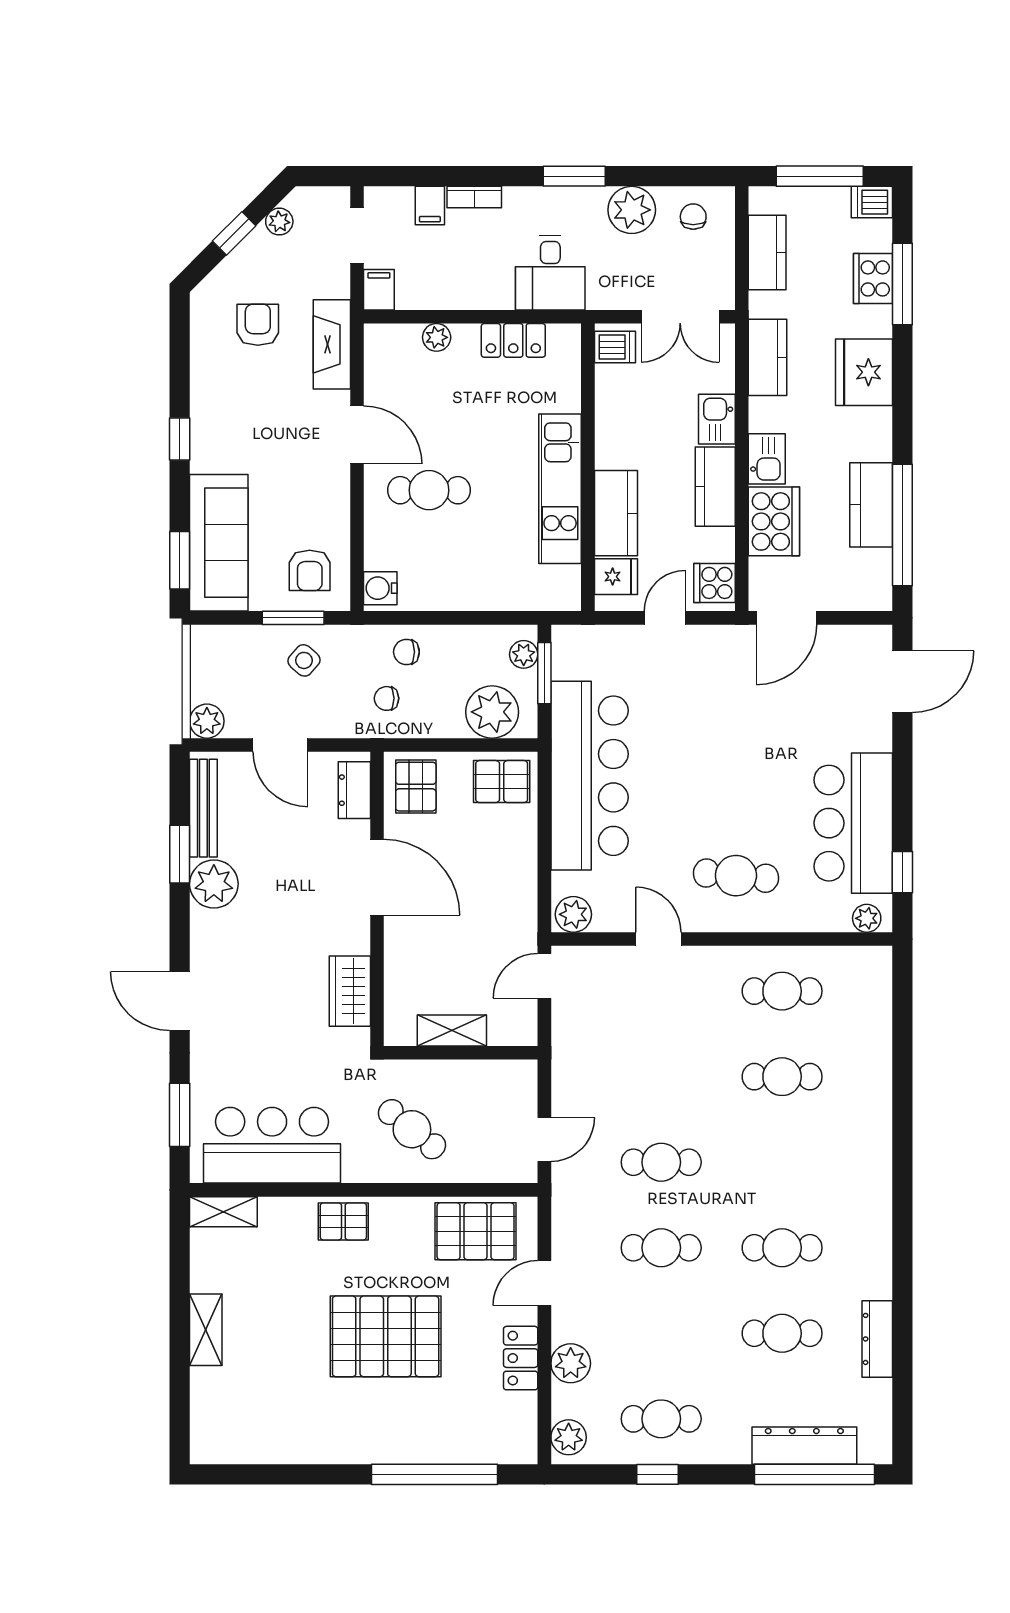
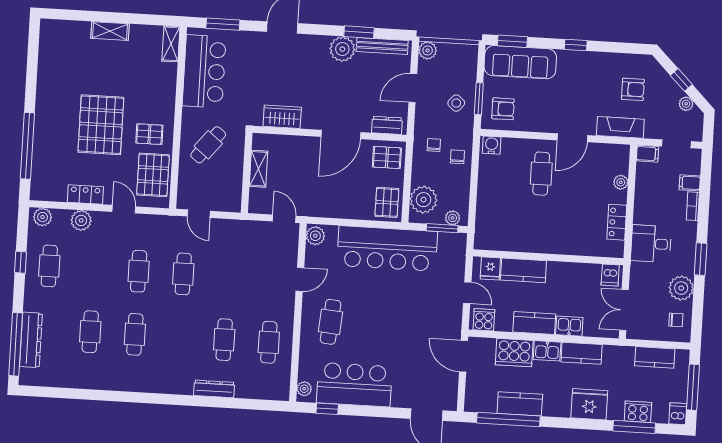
kitchen counter: (767, 357) -> (582, 353), moved
kitchen unit: (560, 489) -> (538, 242), removed
armchair: (310, 570) -> (503, 109), turned 180
pallet: (343, 1221) -> (149, 134), moved, turned 90
dresser: (877, 1339) -> (214, 389), moved

